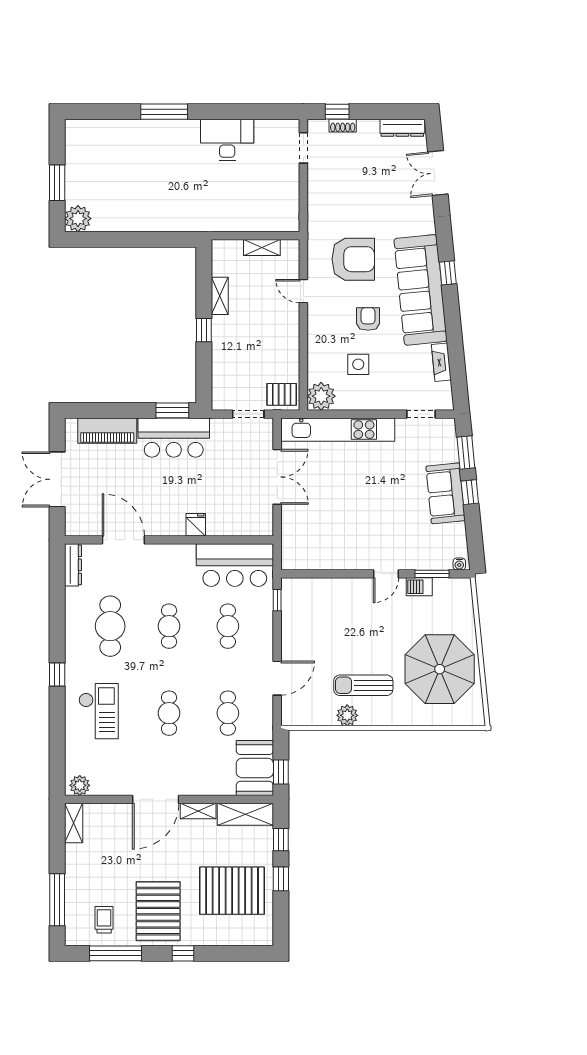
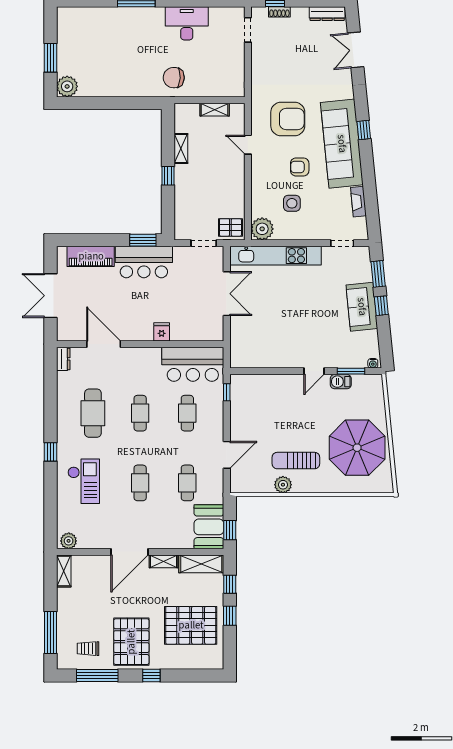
chair: (211, 208) -> (174, 78), added
armchair: (368, 319) -> (300, 167), turned -90
dresser: (73, 565) -> (63, 359), width x0.70
trolley: (104, 920) -> (88, 649), turned -90

